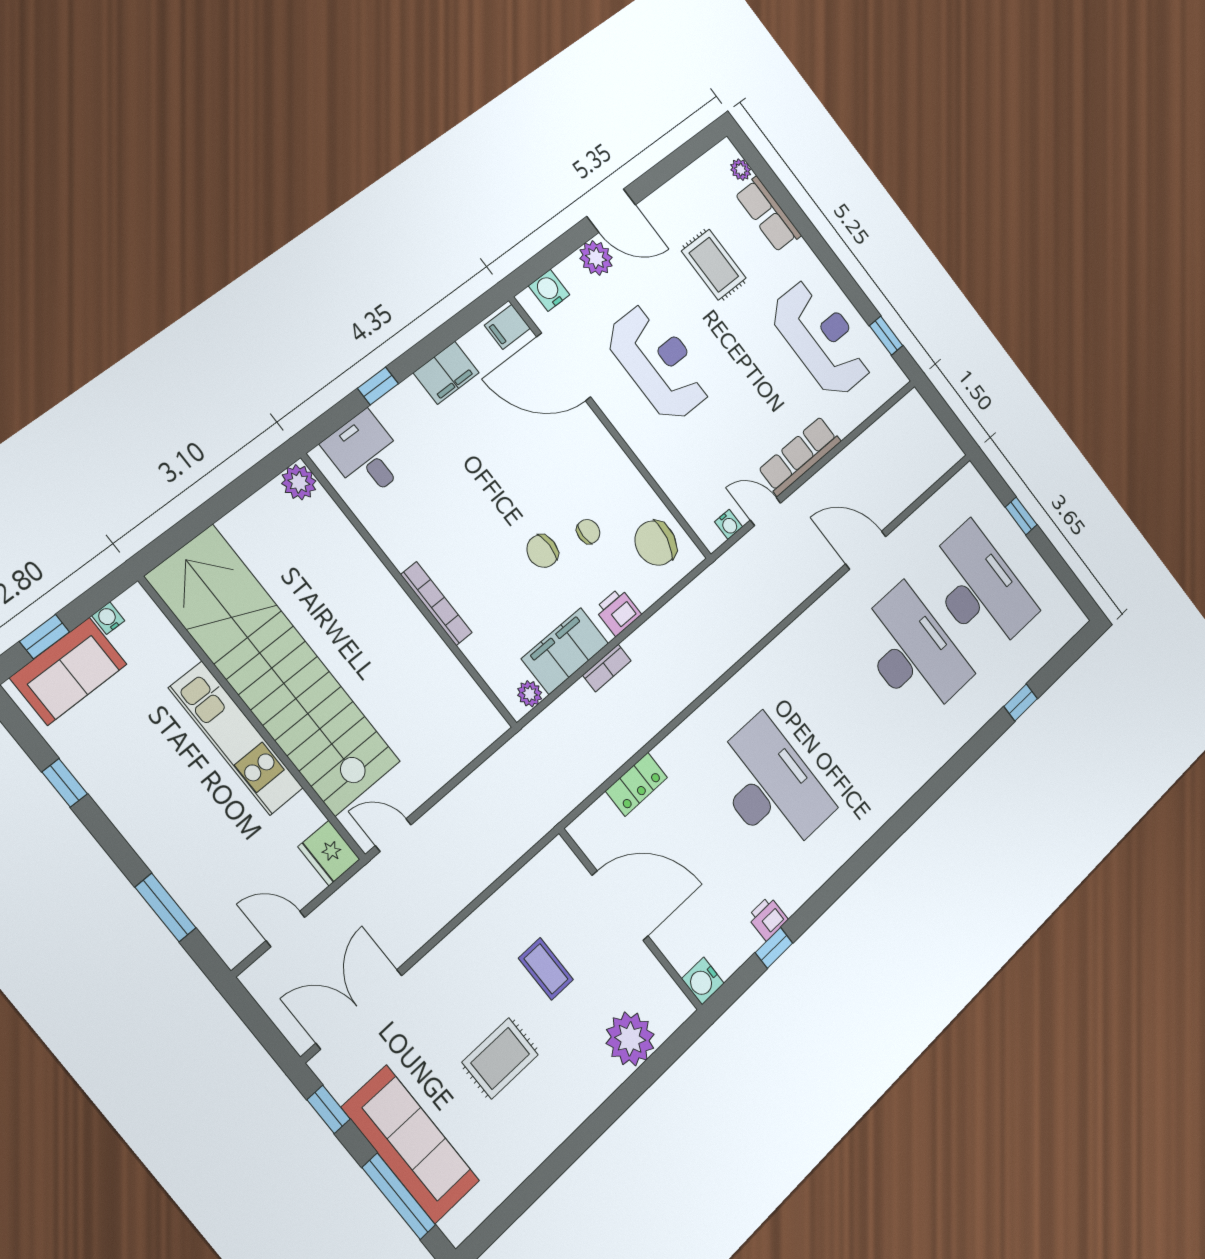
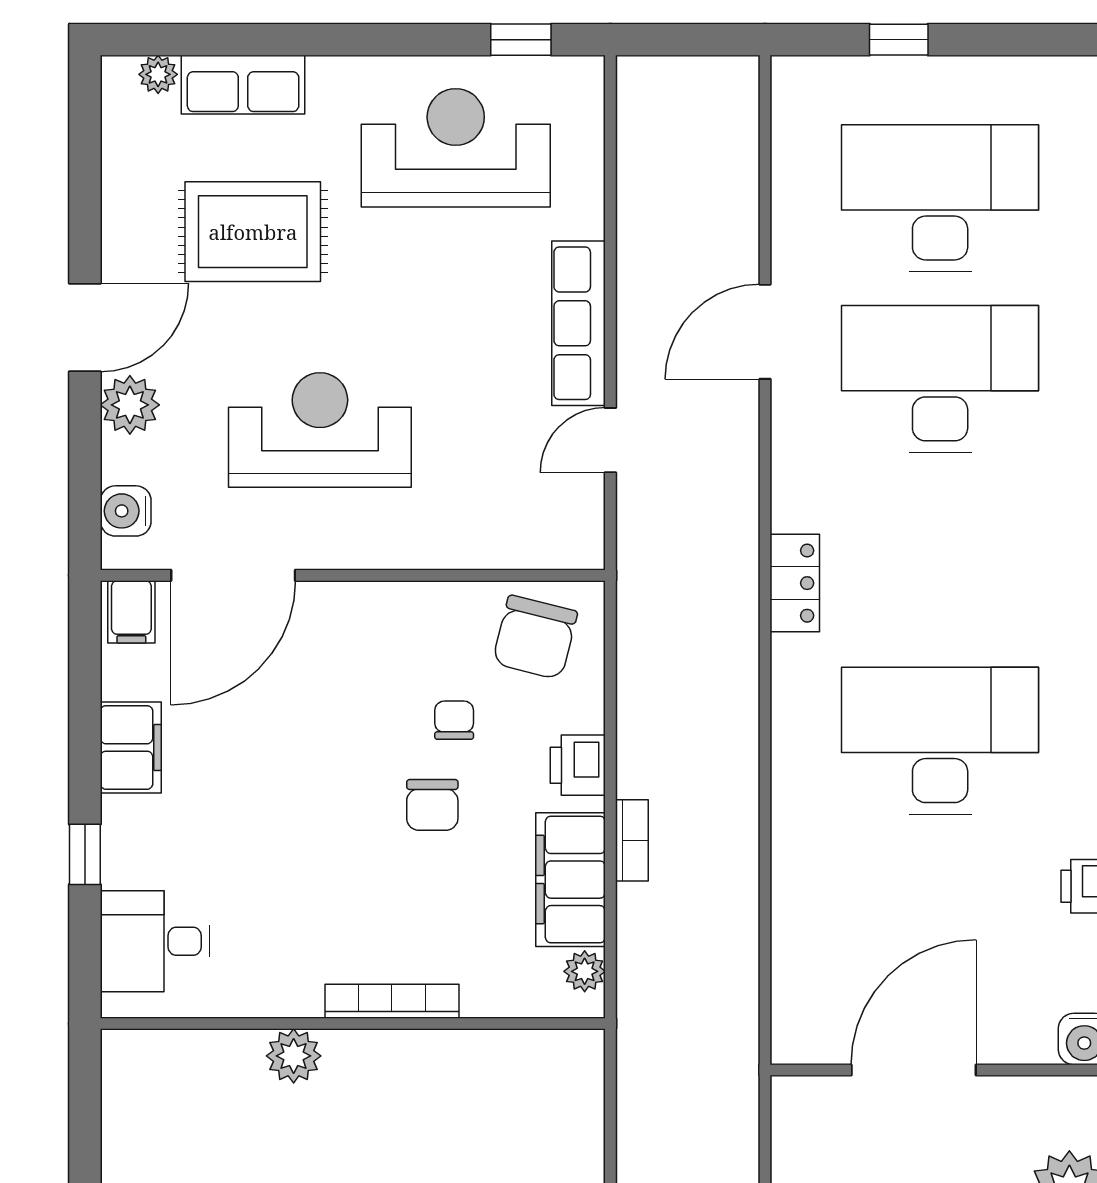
rug: (714, 265) -> (253, 232), width x1.36, depth x1.43
plant: (299, 482) -> (294, 1056), moved
water cooler: (729, 524) -> (587, 510), removed
locker: (636, 784) -> (795, 583), moved

